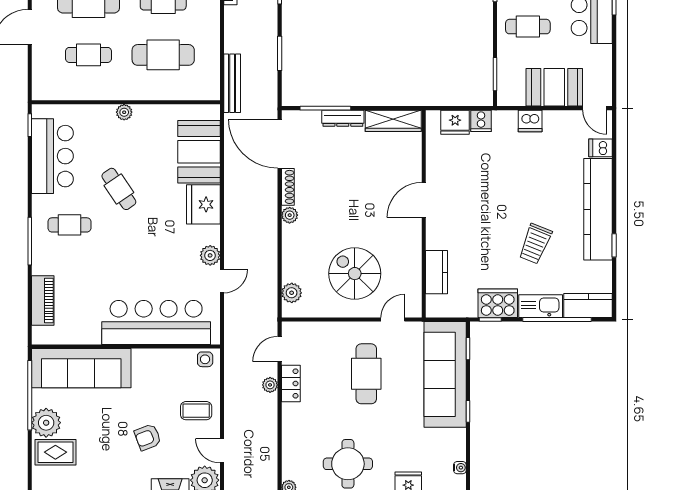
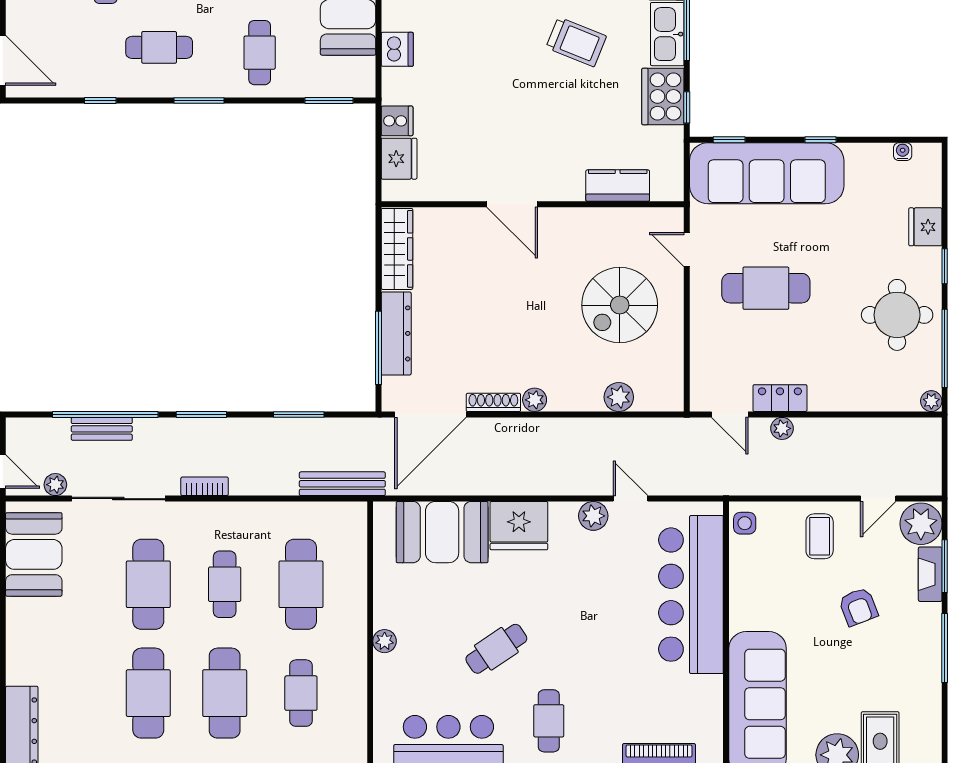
dresser: (343, 118) -> (396, 333), width x1.37, depth x1.24
plant: (292, 293) -> (619, 397), moved

